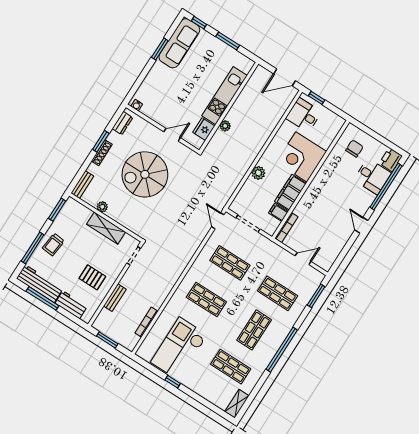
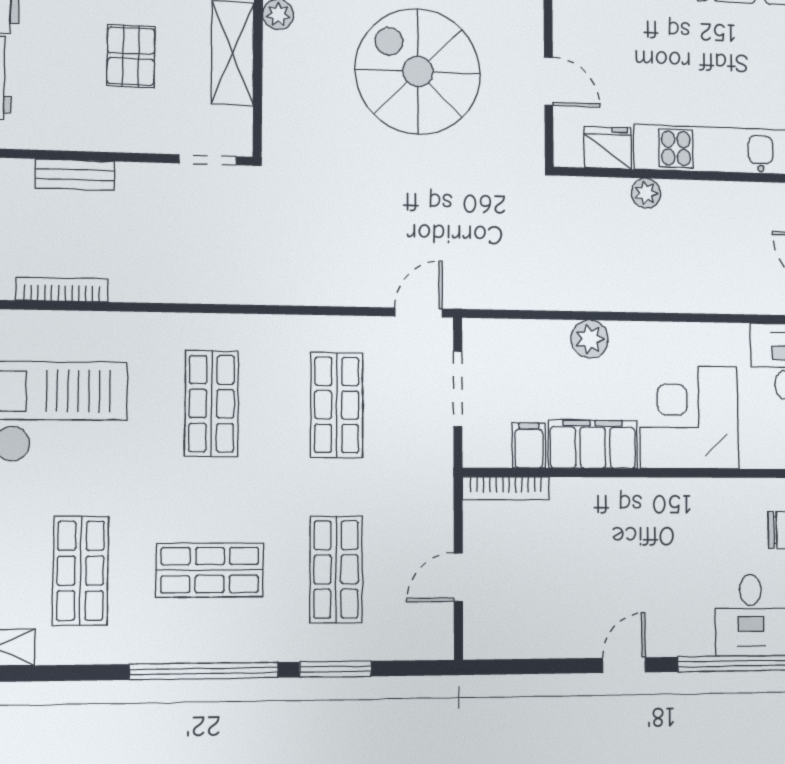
door: (303, 259) -> (458, 577), swing flipped
pallet: (92, 277) -> (131, 56), moved
window: (316, 296) -> (335, 669), moved

